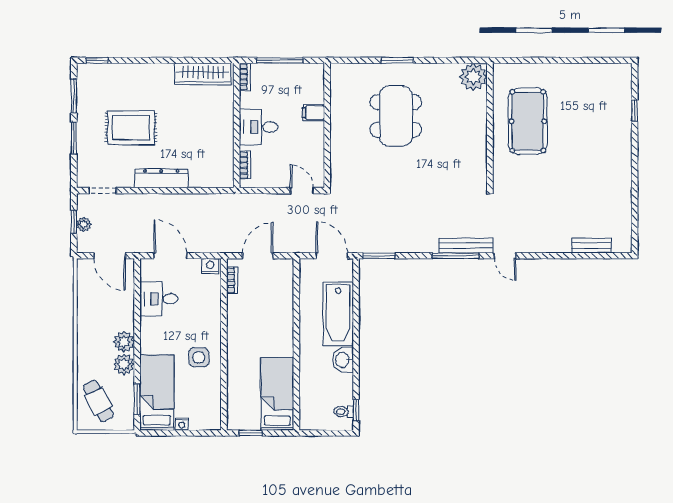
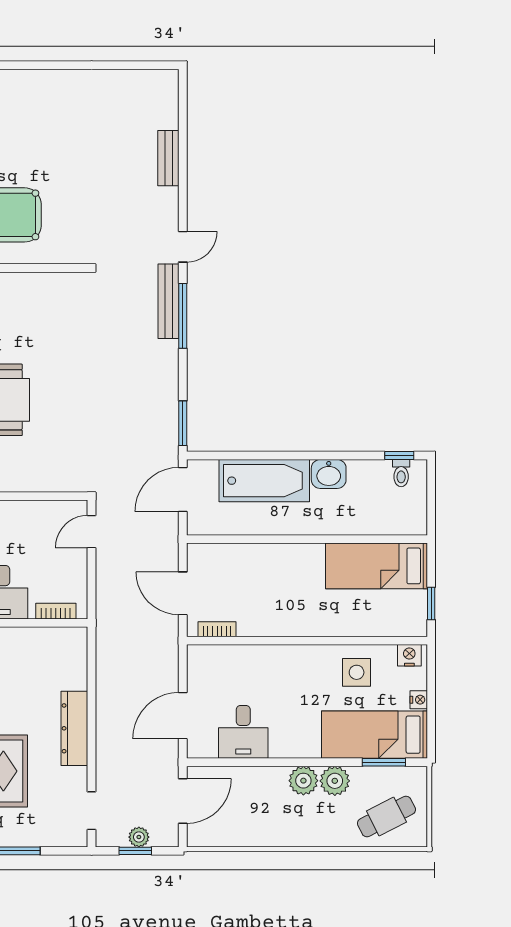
bench: (591, 245) -> (168, 158), moved
nightstand: (210, 266) -> (409, 655), moved, turned 90
side table: (199, 357) -> (357, 672), moved

